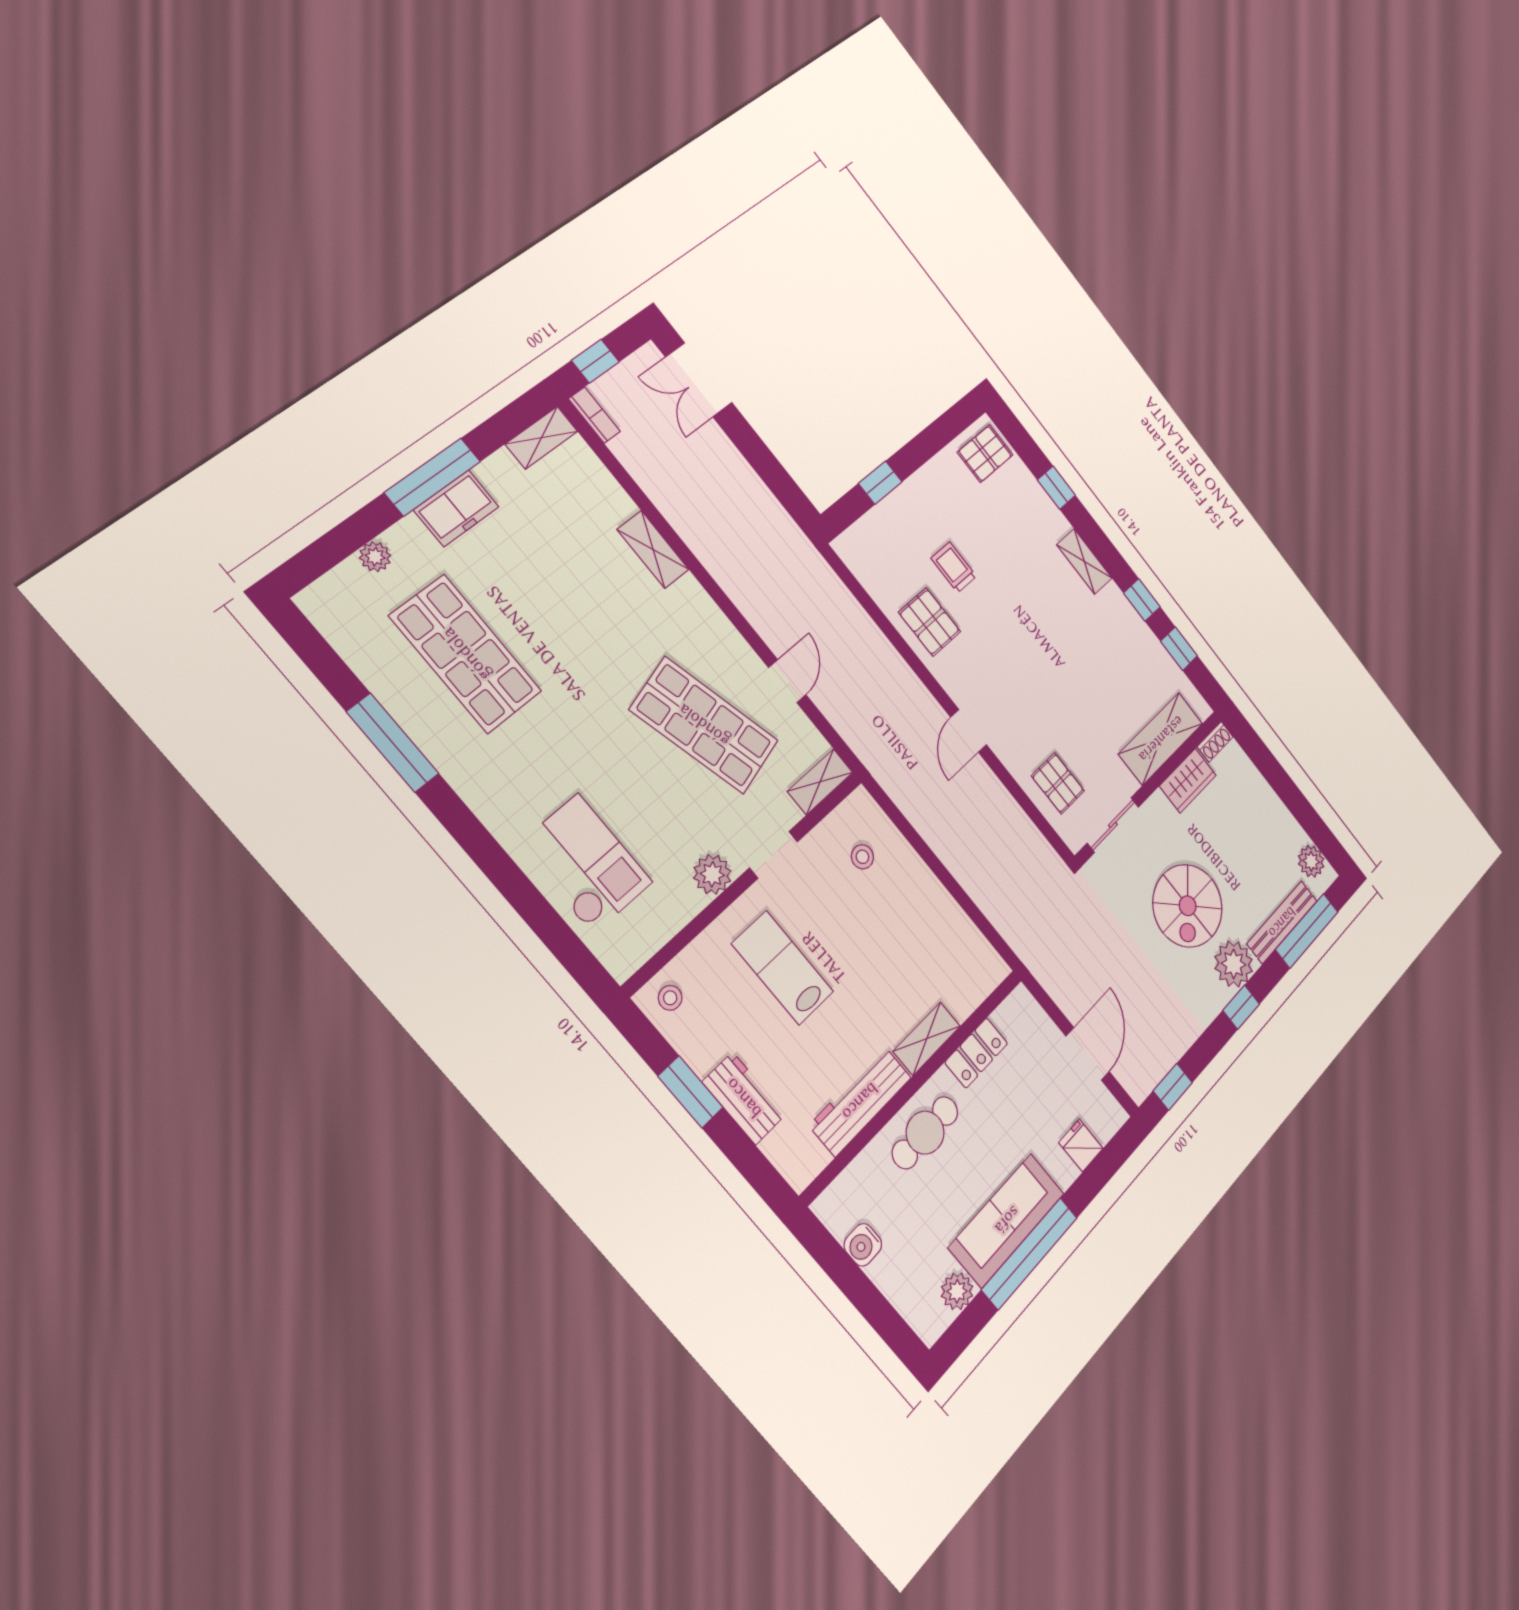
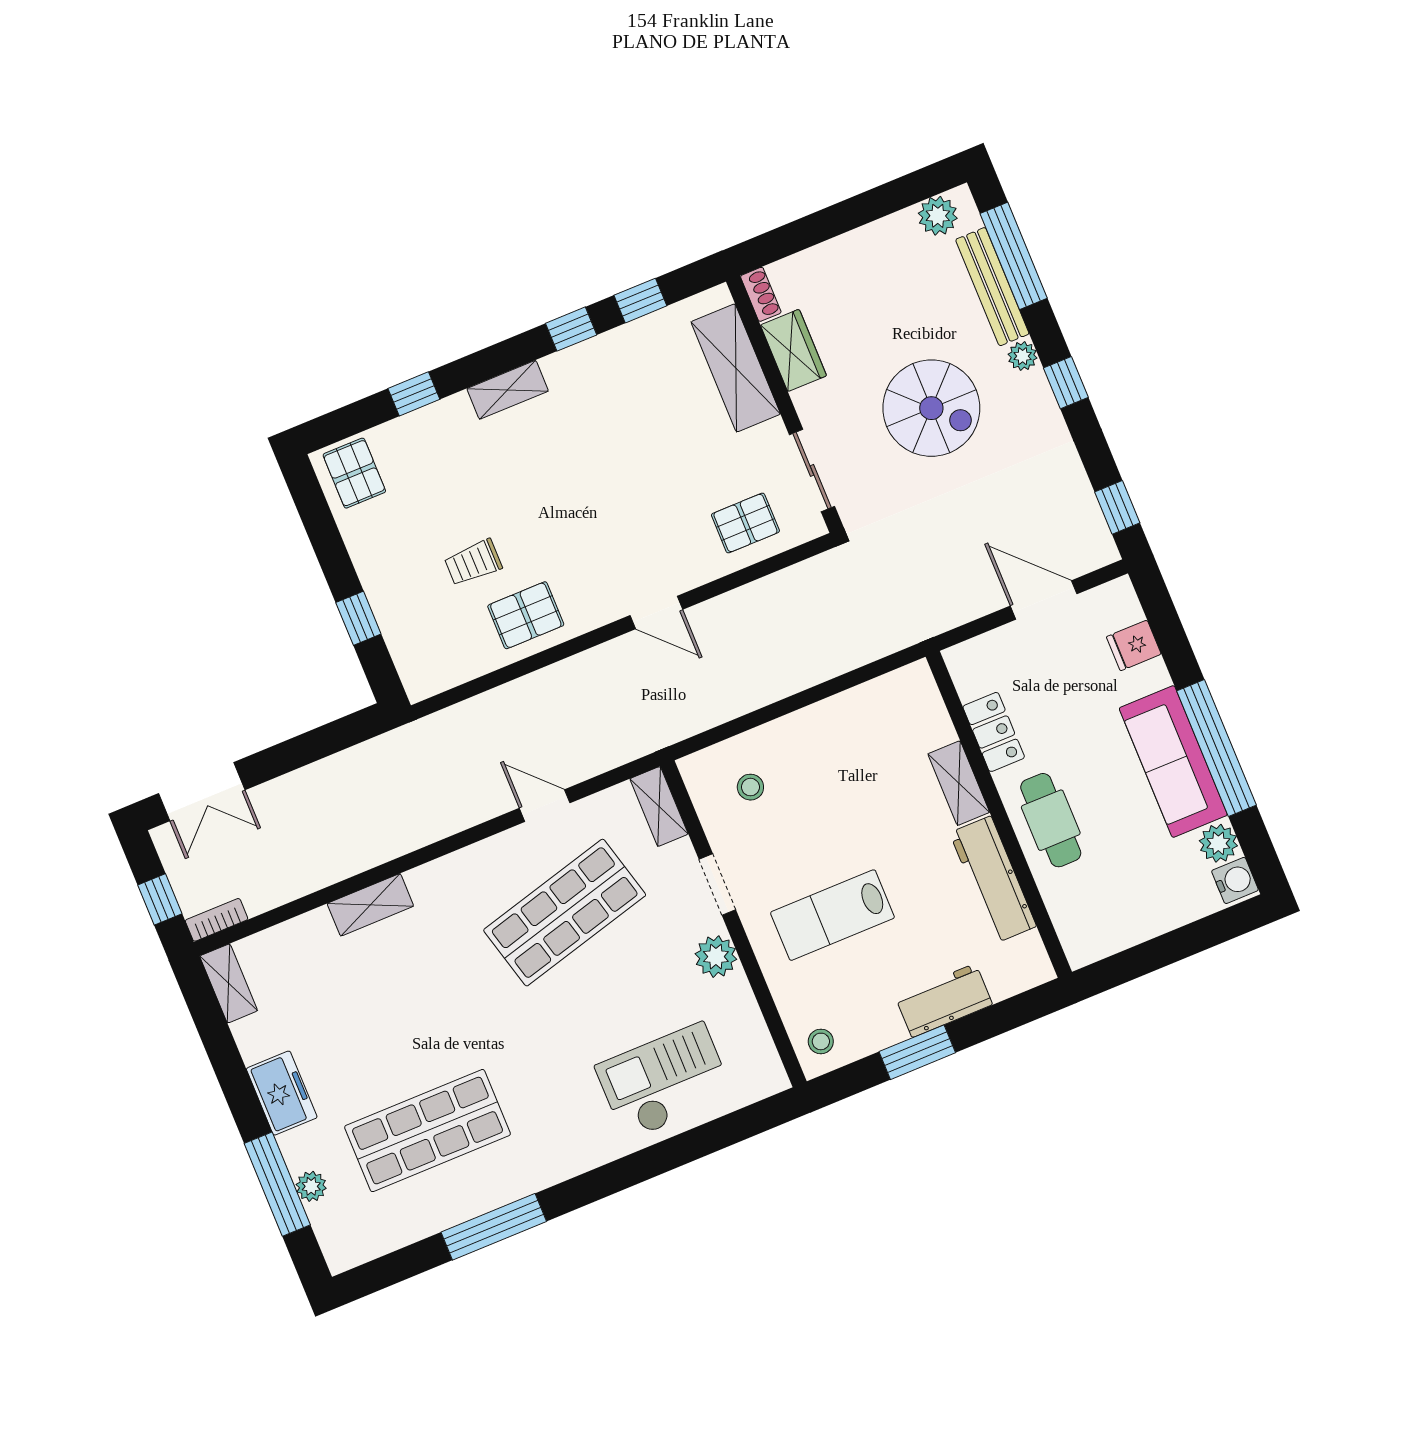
window: (433, 477) -> (277, 1184), moved
plant: (1234, 964) -> (1023, 356), width x0.53, depth x0.53
water cooler: (863, 1245) -> (1235, 880), moved, turned -90

